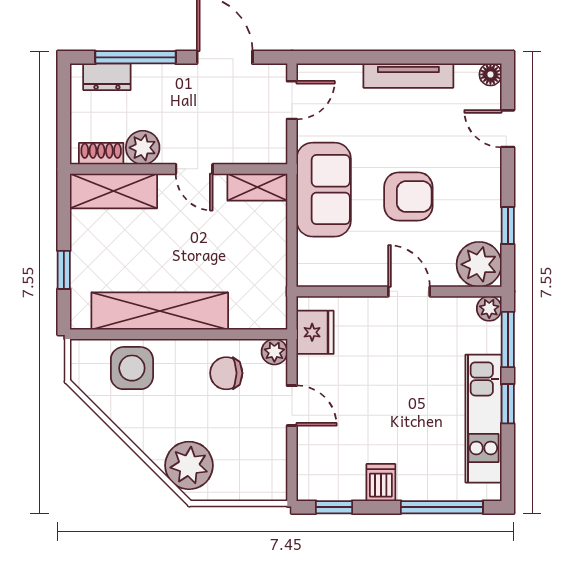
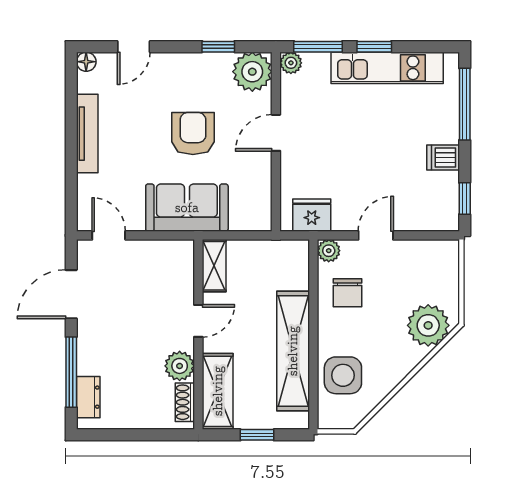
plant: (143, 148) -> (180, 366), moved
shoe rack: (101, 154) -> (185, 402), moved
wall: (179, 169) -> (198, 334), moved
door: (194, 169) -> (198, 321), moved
shelving: (257, 187) -> (214, 266), moved
shelving: (114, 191) -> (218, 391), moved

